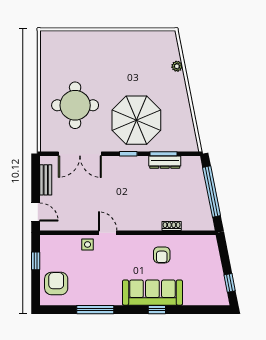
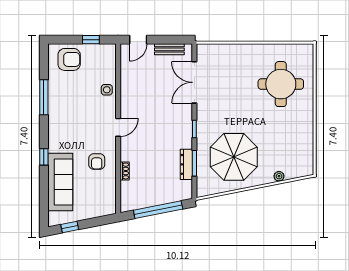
round table: (75, 105) -> (281, 84), moved
parasol: (136, 120) -> (234, 157), moved
door: (108, 233) -> (118, 127), moved
armchair: (162, 255) -> (97, 161), turned -90
sofa: (152, 293) -> (60, 182), moved

